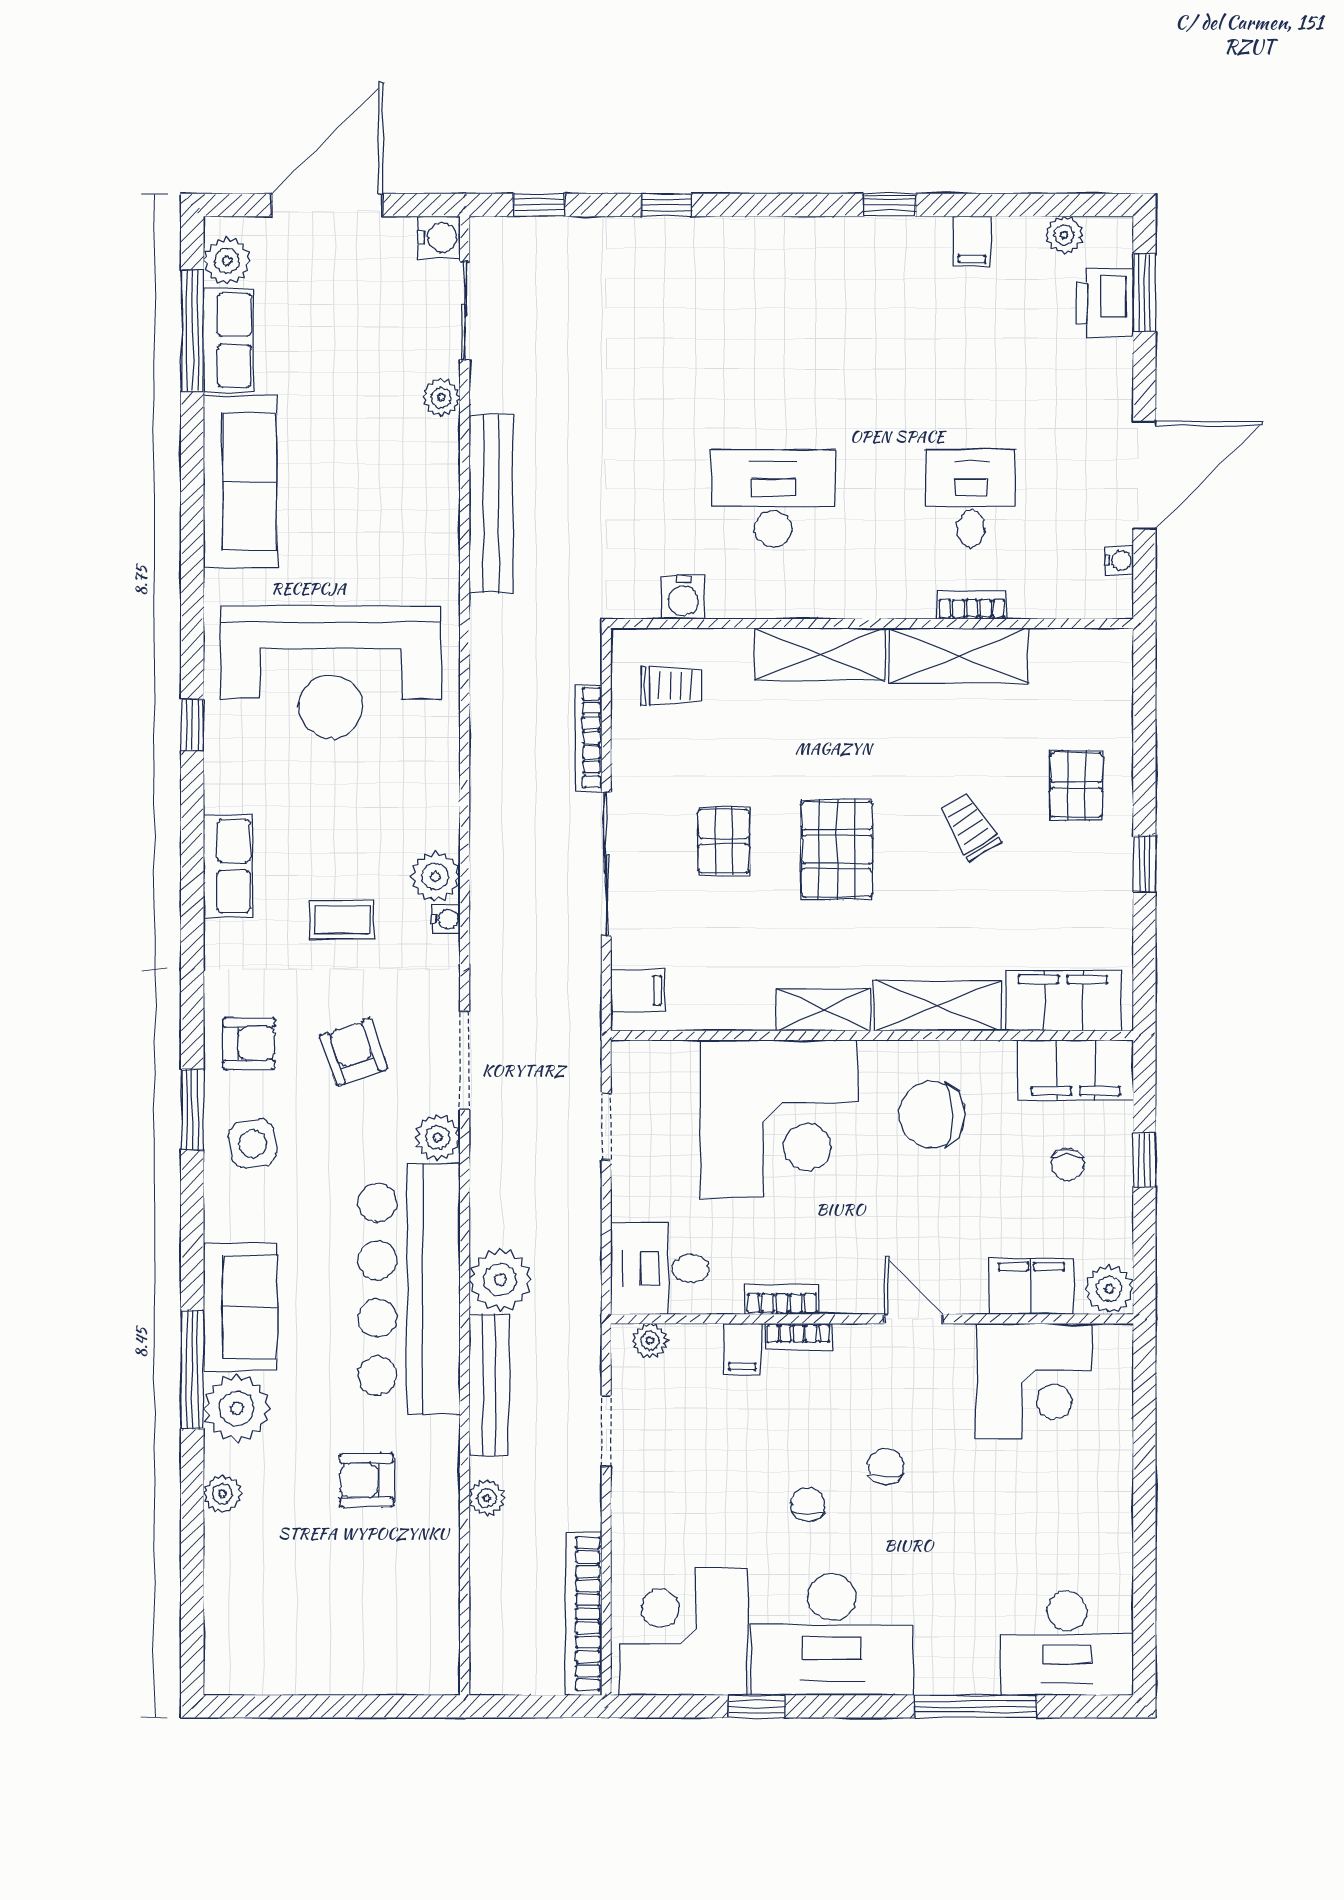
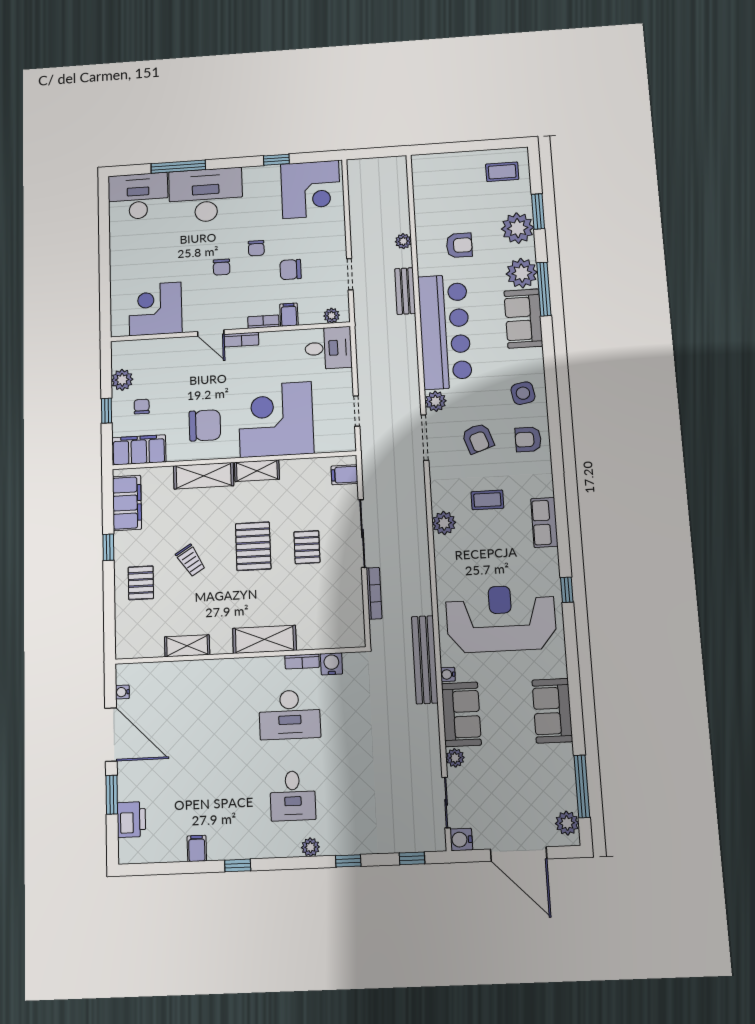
door: (327, 205) -> (519, 854), hinge flipped
plant: (1064, 235) -> (310, 847), moved
window: (1144, 293) -> (112, 795), moved
row of seats: (228, 340) -> (563, 782), removed
door: (1144, 475) -> (111, 735), swing flipped
sofa: (240, 482) -> (552, 711), width x0.73
sofa: (424, 483) -> (461, 714), added
desk: (971, 499) -> (293, 796), moved
bench: (491, 504) -> (425, 660), moved
bookcase: (972, 605) -> (302, 661), moved
shelving: (958, 656) -> (187, 646), width x0.67, depth x0.75
trolley: (671, 686) -> (335, 621), removed
water cooler: (446, 919) -> (448, 674), moved
filing cabinet: (1063, 1001) -> (127, 503), moved, turned -90
window: (192, 1109) -> (538, 211), moved
plant: (500, 1280) -> (402, 339), removed
filing cabinet: (1031, 1286) -> (157, 351), removed
plant: (1109, 1289) -> (122, 380), moved
bookcase: (782, 1300) -> (242, 340), moved
bench: (489, 1385) -> (405, 291), width x0.73
chair: (735, 1450) -> (291, 270), added
plant: (222, 1494) -> (518, 228), width x1.88, depth x1.88
bookcase: (583, 1614) -> (356, 194), removed
desk: (832, 1635) -> (206, 195), moved
coffee table: (263, 1642) -> (502, 172), added

